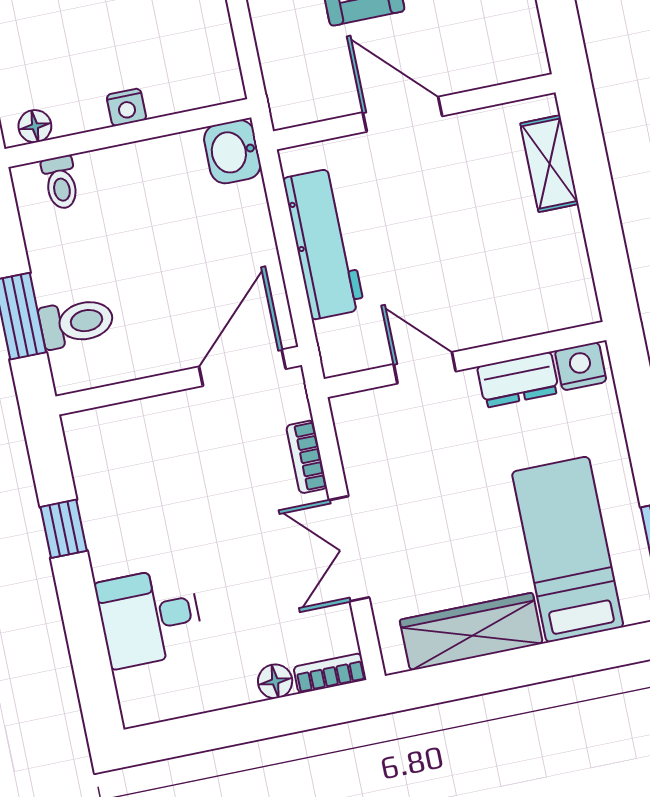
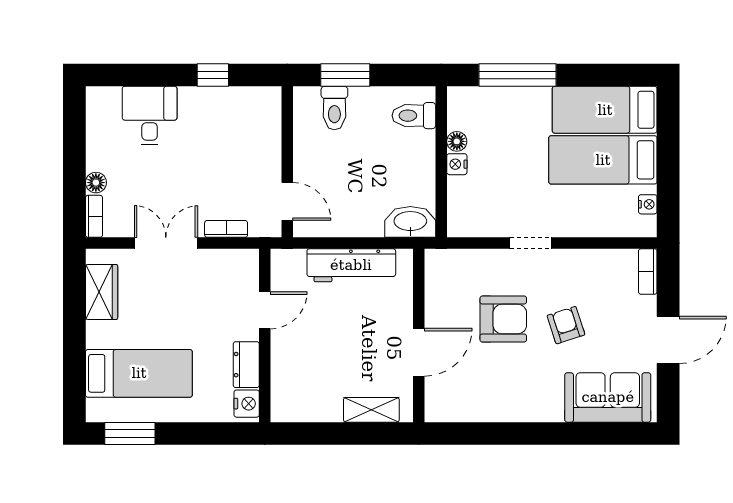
door: (403, 114) -> (419, 352), moved
floor lamp: (35, 126) -> (457, 141), moved
washbasin: (232, 152) -> (410, 222), width x1.38
toilet: (60, 183) -> (414, 116), width x1.37, depth x1.39
door: (242, 368) -> (287, 201), width x0.73
wardrobe: (471, 632) -> (102, 292), width x0.67

